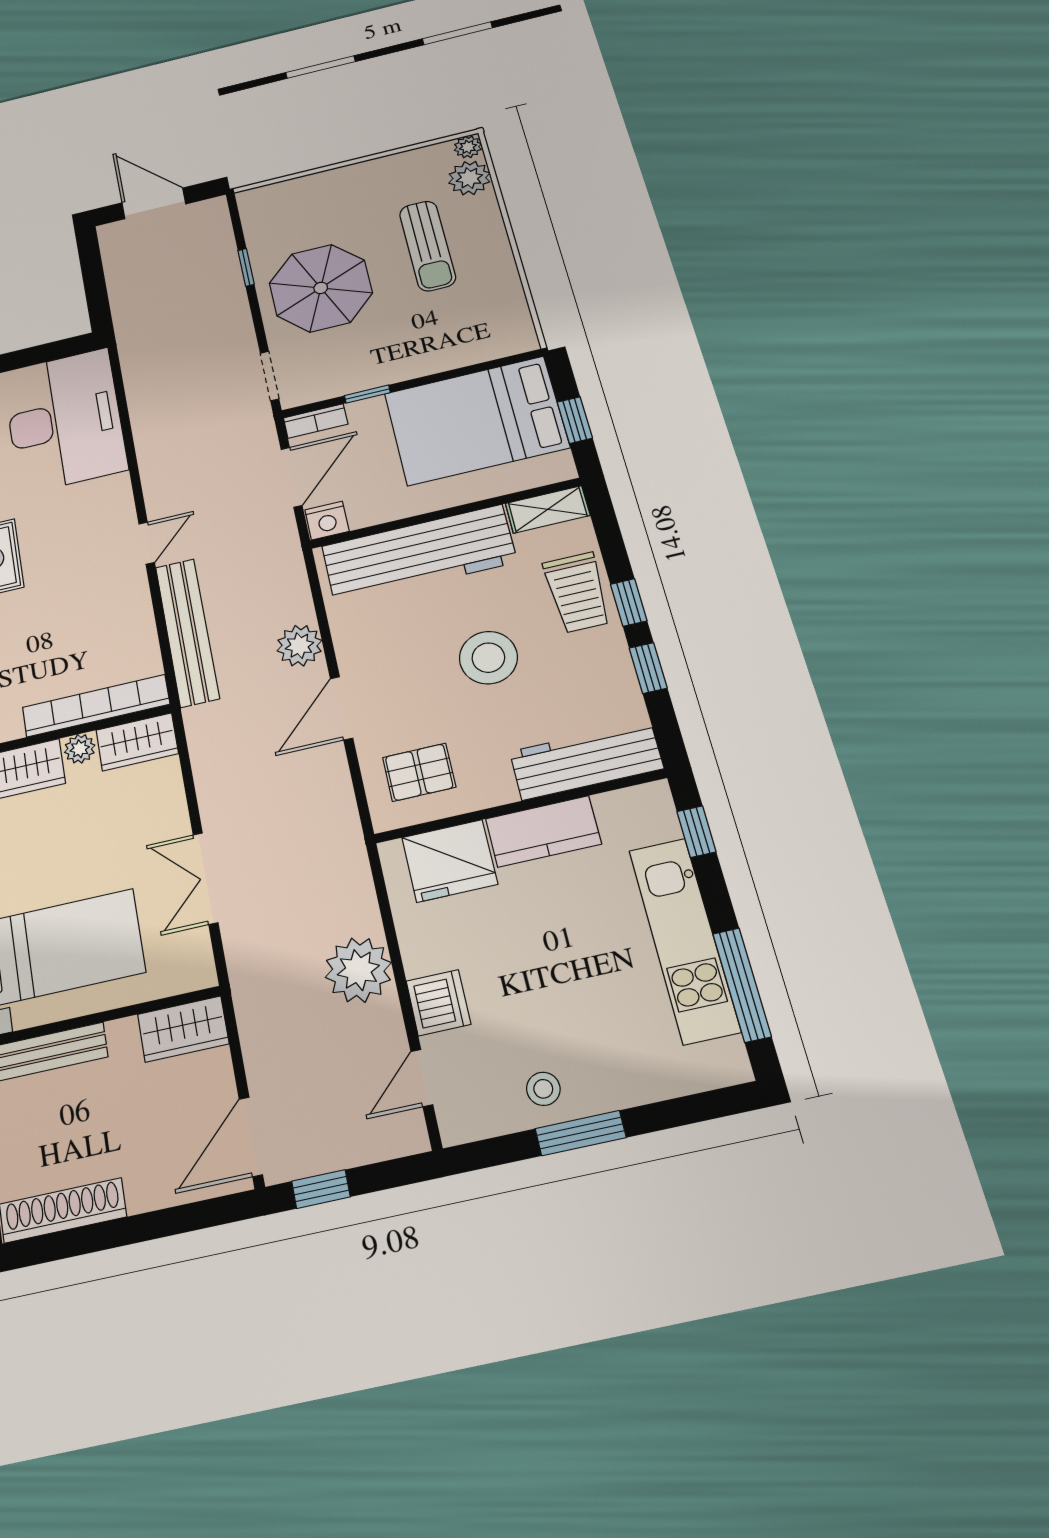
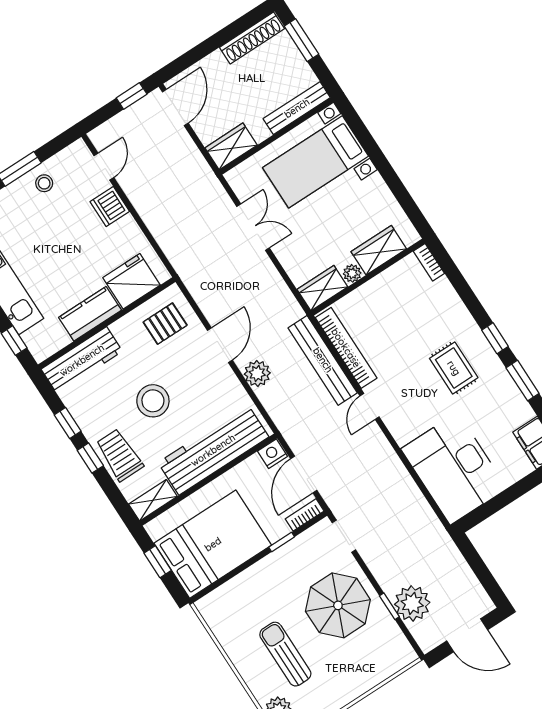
bookcase: (96, 706) -> (346, 348), moved, turned -90
plant: (358, 970) -> (412, 603), moved

